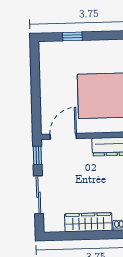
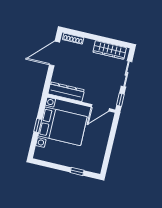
wardrobe: (88, 222) -> (110, 50), moved

